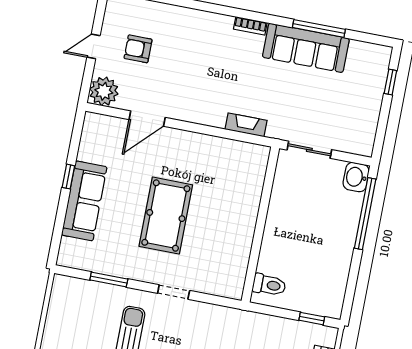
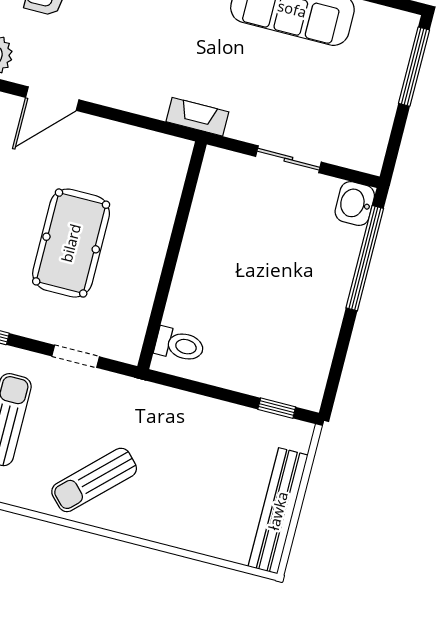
window: (390, 82) -> (414, 67), width x2.17
wall: (260, 225) -> (172, 255), moved
toilet: (269, 285) -> (180, 345), moved

